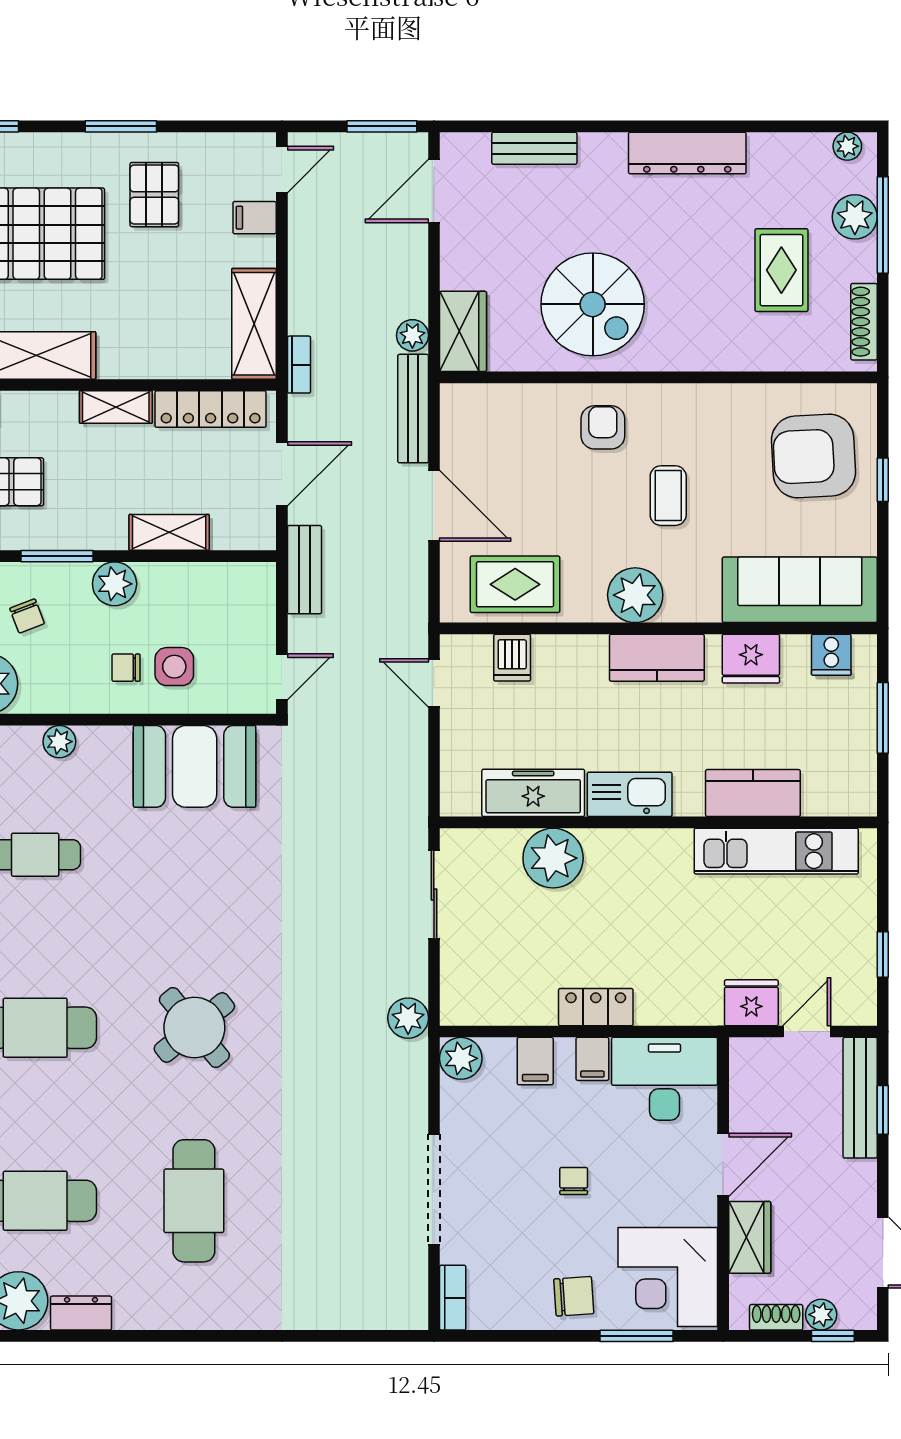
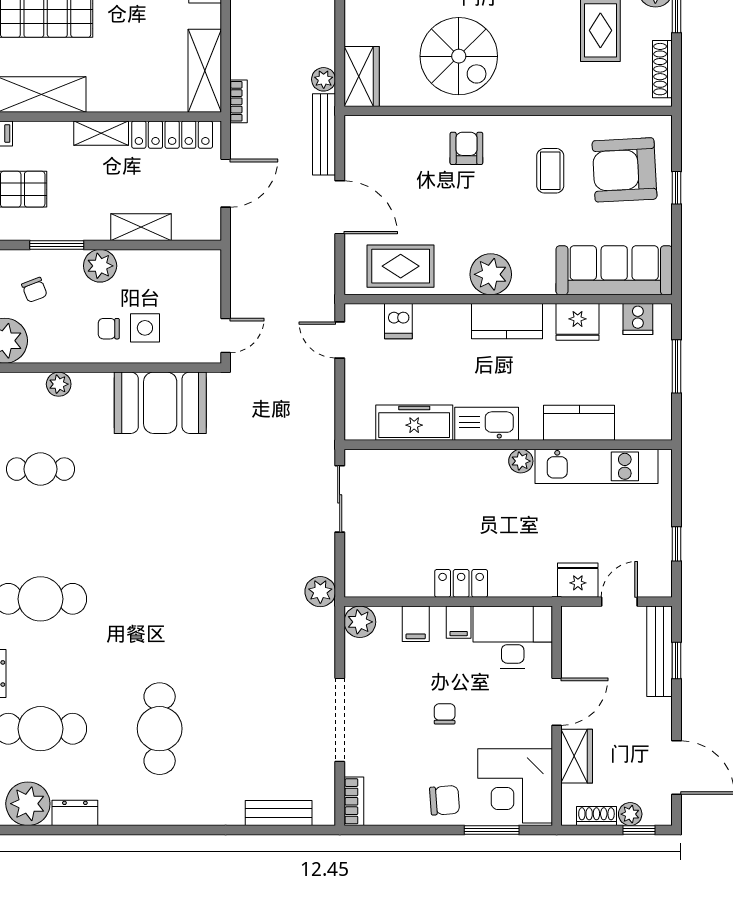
coffee table: (668, 496) -> (550, 171), moved
bench: (304, 570) -> (279, 813), moved, turned 90
plant: (553, 858) -> (521, 461), moved, width x0.53, depth x0.53
round table: (194, 1027) -> (160, 599), removed

